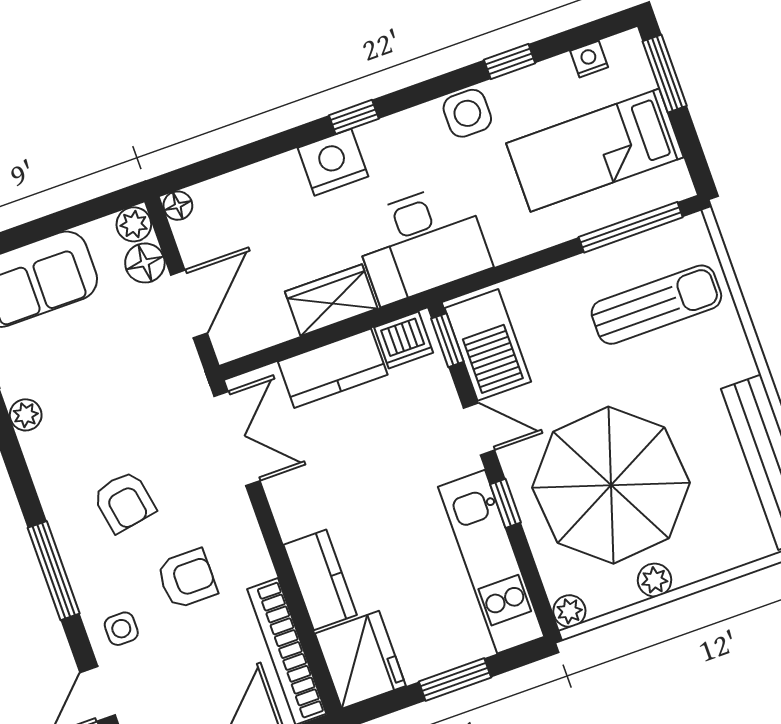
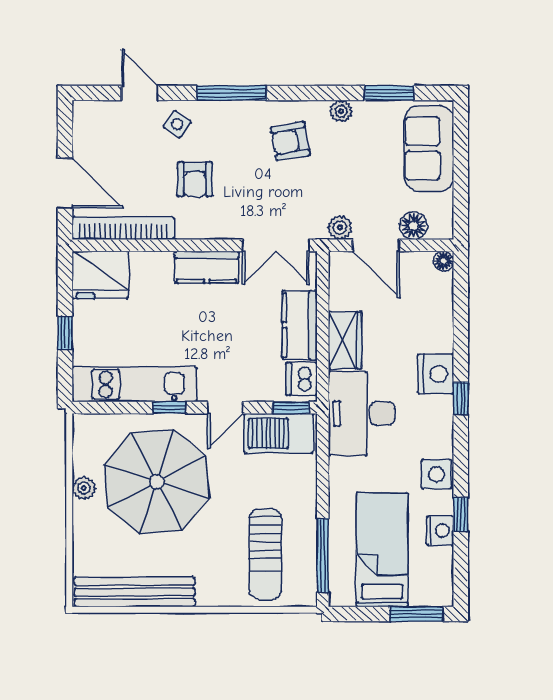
nightstand: (589, 59) -> (440, 531), moved, width x1.39, depth x1.35
plant: (134, 224) -> (340, 228), moved
armchair: (124, 502) -> (290, 141), moved
kitchen counter: (320, 580) -> (207, 267), moved
plant: (569, 611) -> (83, 425), removed
side table: (121, 629) -> (177, 124), turned 35
window: (455, 680) -> (65, 333), width x0.67

